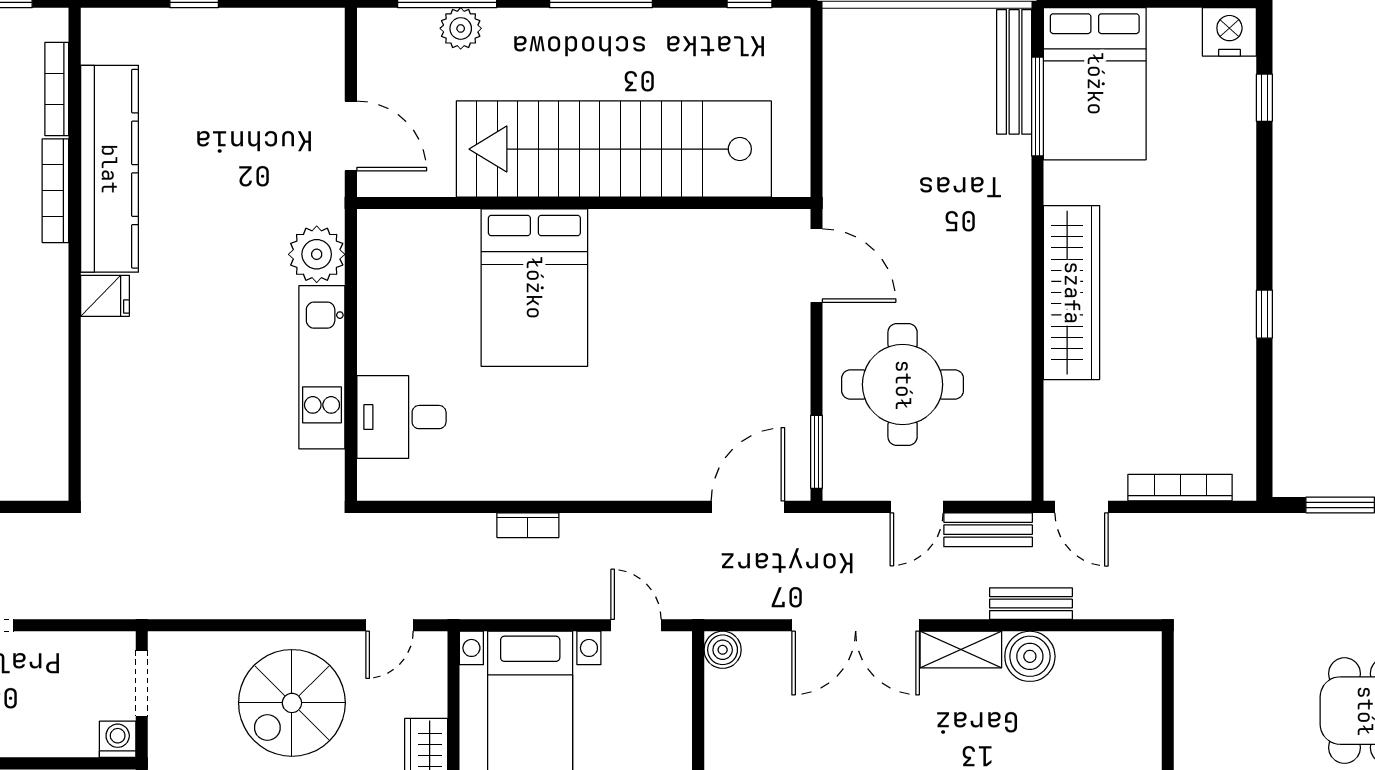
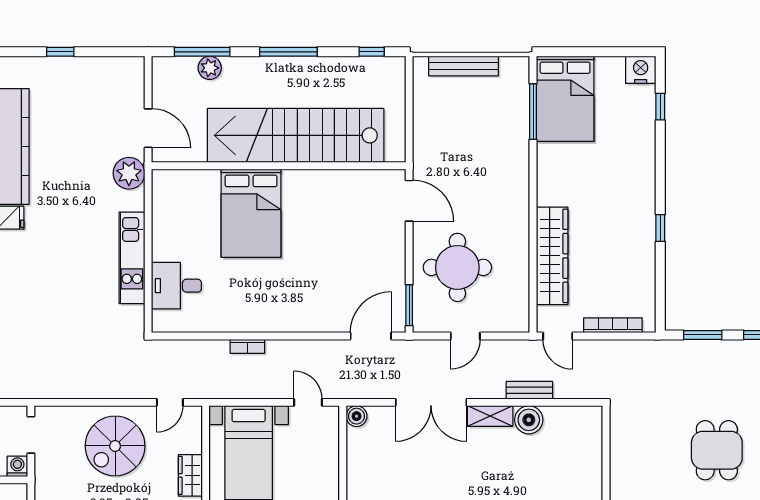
bench: (1014, 72) -> (463, 66), moved, turned 90
plant: (317, 254) -> (129, 173), moved
wardrobe: (1072, 293) -> (552, 256), moved
bench: (988, 530) -> (505, 349), removed

